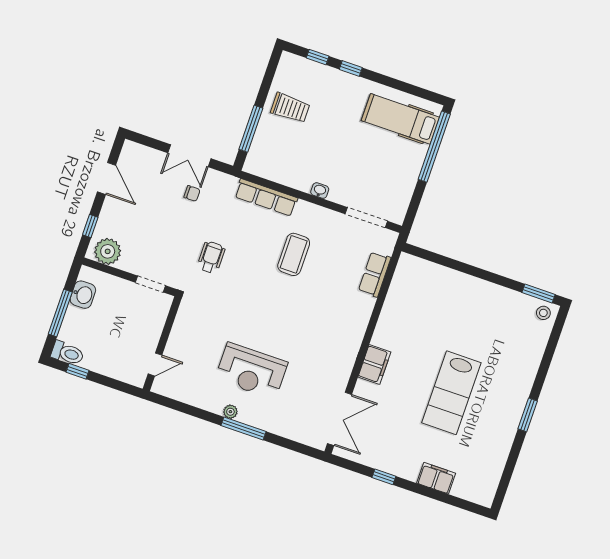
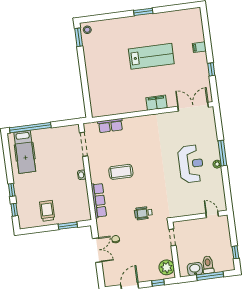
window: (251, 129) -> (68, 226), width x0.69
toilet: (68, 353) -> (208, 265), moved
filing cabinet: (436, 478) -> (199, 47), width x0.50

